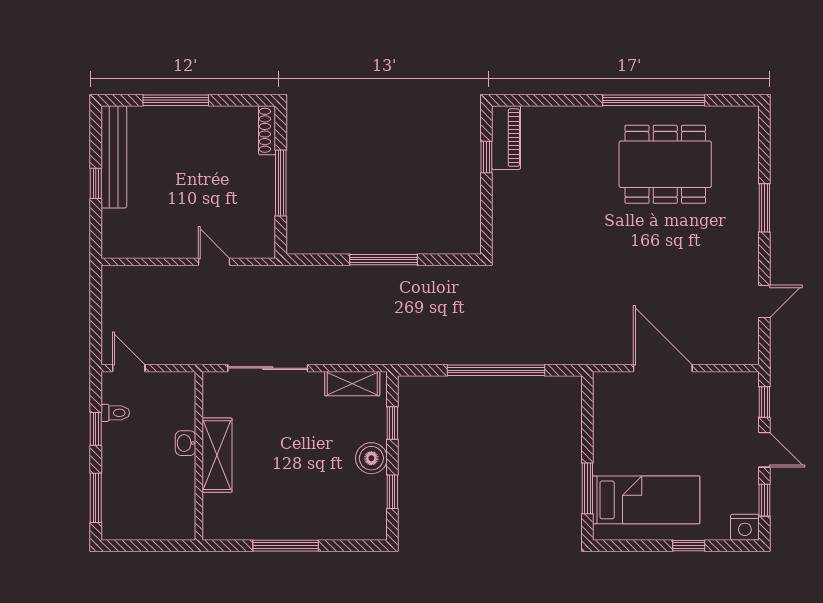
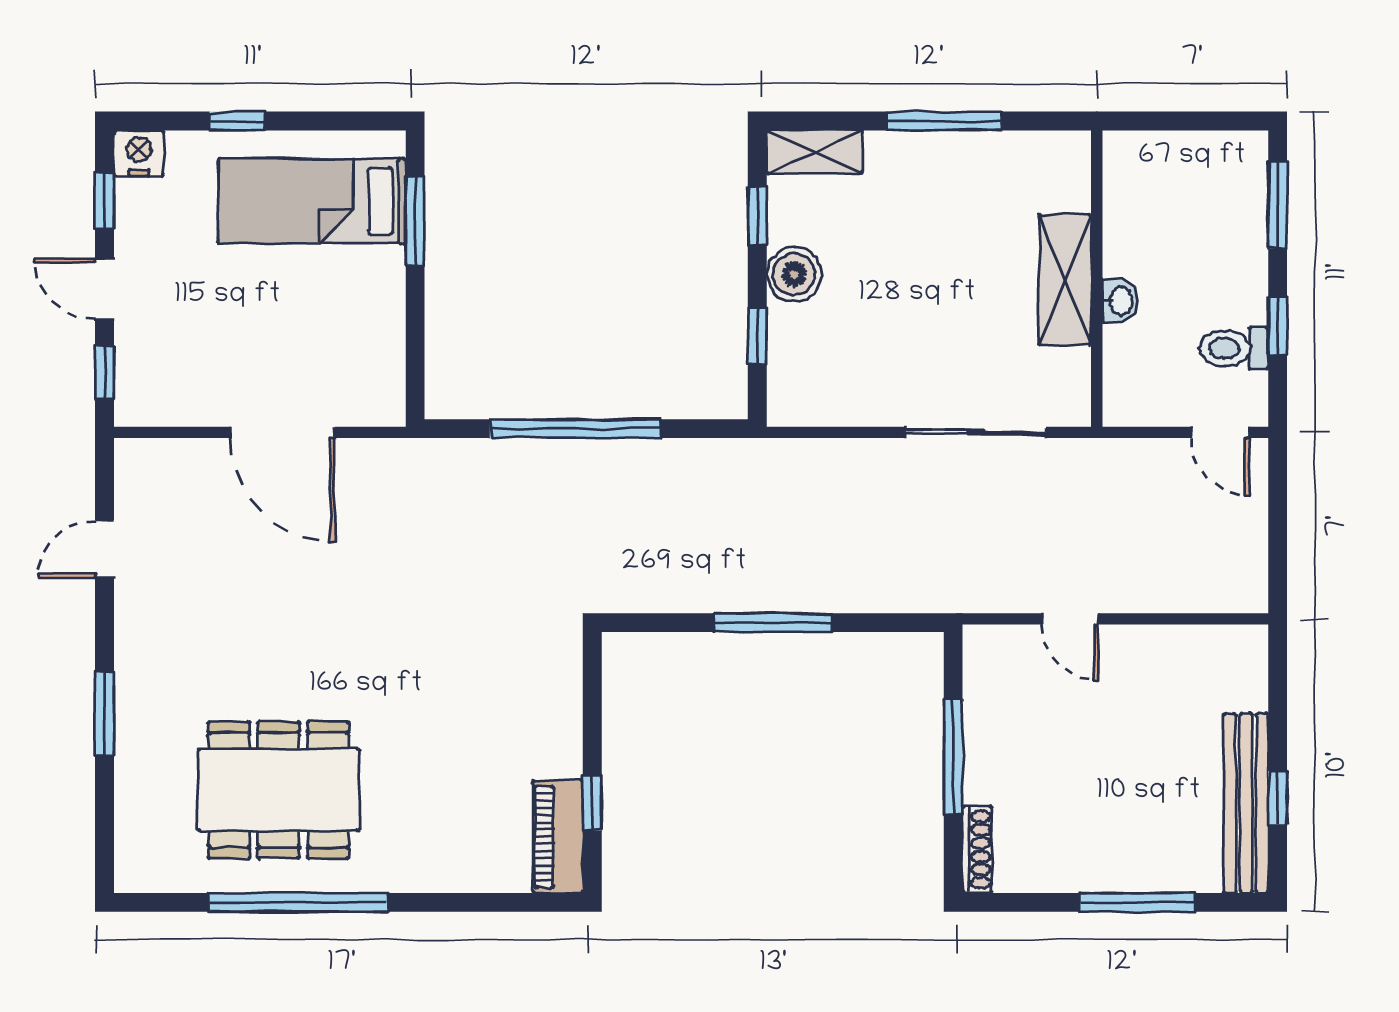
window: (96, 183) -> (1278, 798), moved
shelving: (352, 384) -> (815, 152), moved
toilet: (115, 413) -> (1234, 348), width x1.37, depth x1.39

